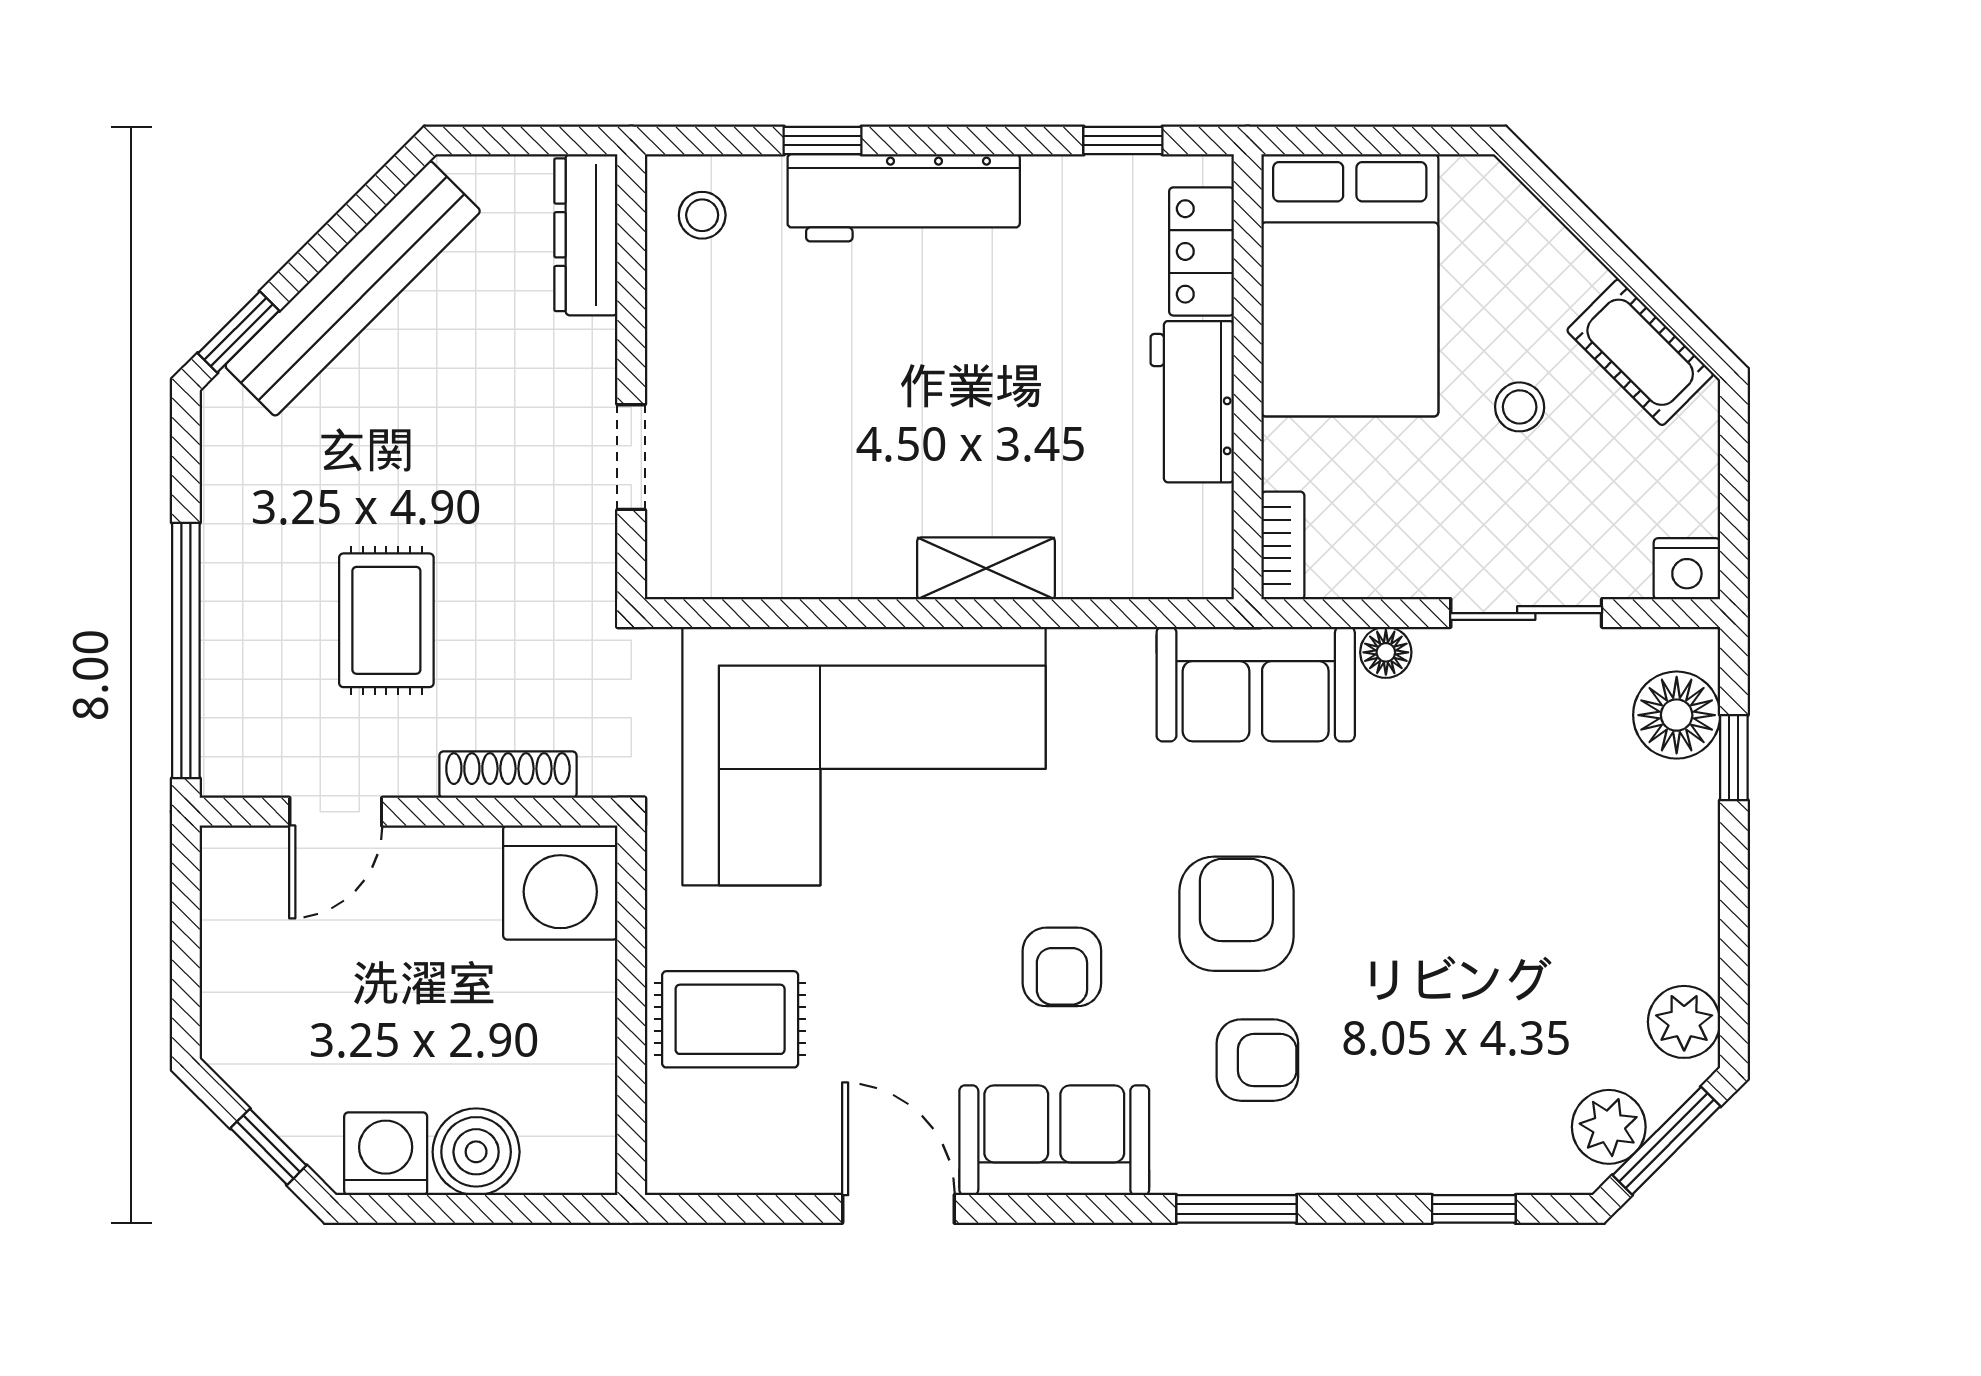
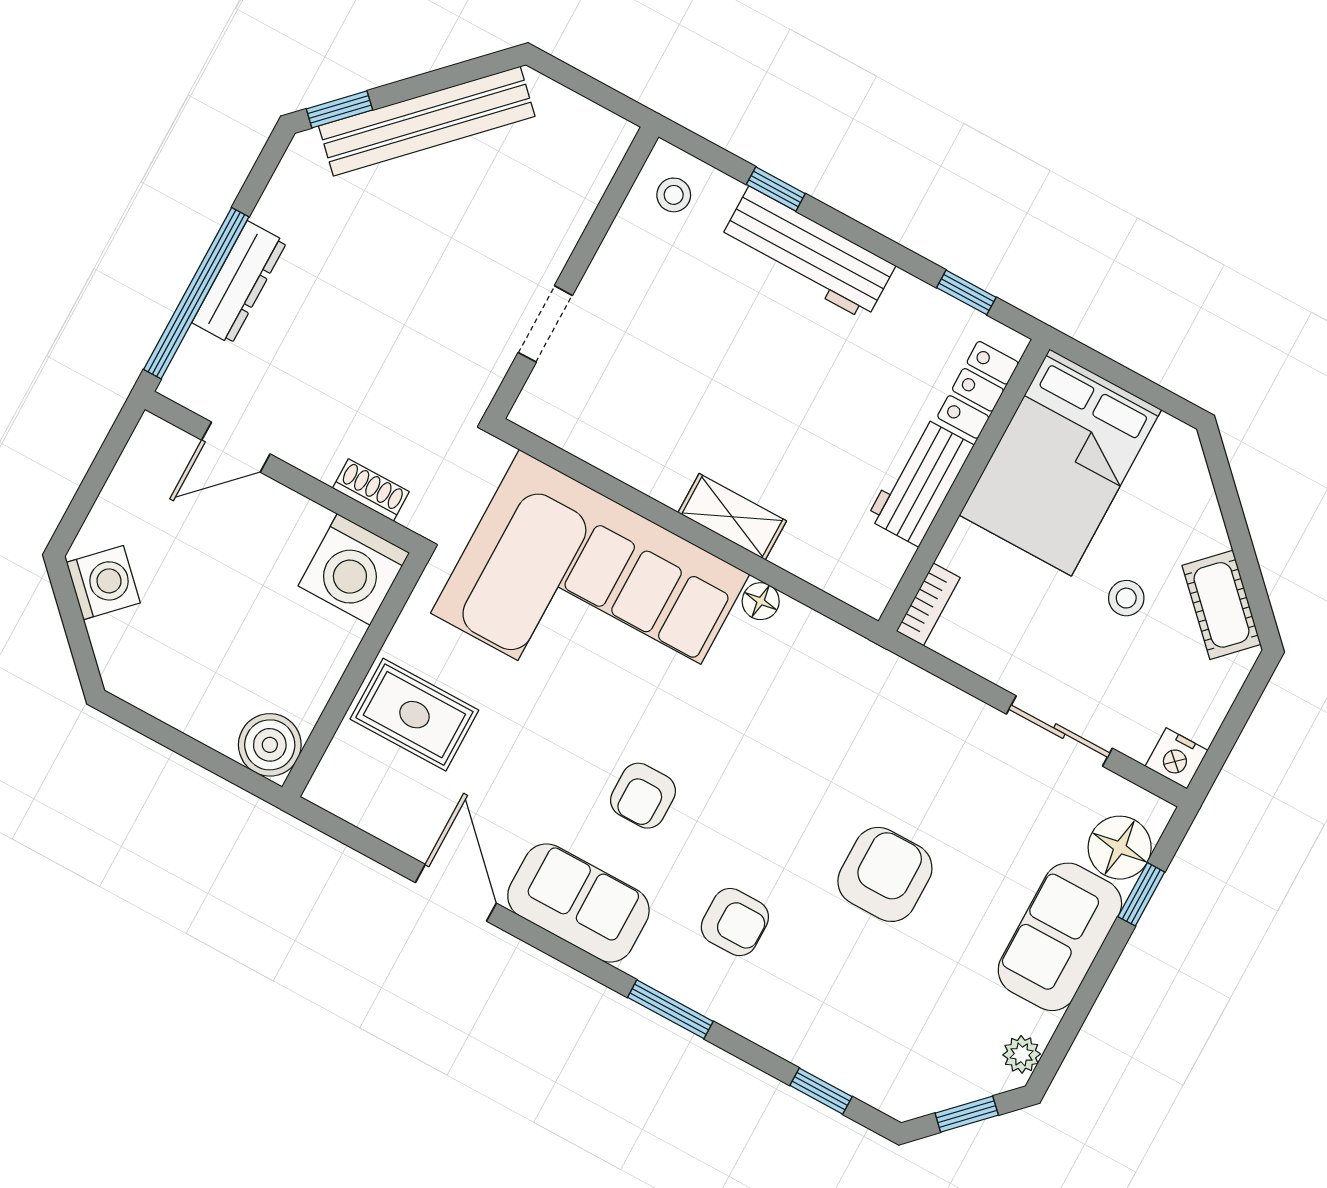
dresser: (586, 235) -> (239, 282), moved, turned 180
rug: (386, 620) -> (334, 343), removed
floor lamp: (1386, 652) -> (761, 601), moved
sofa: (1256, 684) -> (1060, 937), moved, turned 90
shoe rack: (508, 775) -> (371, 490), width x0.70
armchair: (1236, 914) -> (885, 874), moved
plant: (1684, 1022) -> (1022, 1054), width x0.73, depth x0.73
plant: (1609, 1127) -> (935, 1085), removed
window: (1667, 1141) -> (967, 1114), width x0.67
window: (268, 1147) -> (78, 636), removed
boiler: (476, 1152) -> (270, 745), moved
washing machine: (386, 1154) -> (103, 583), moved, turned 45

